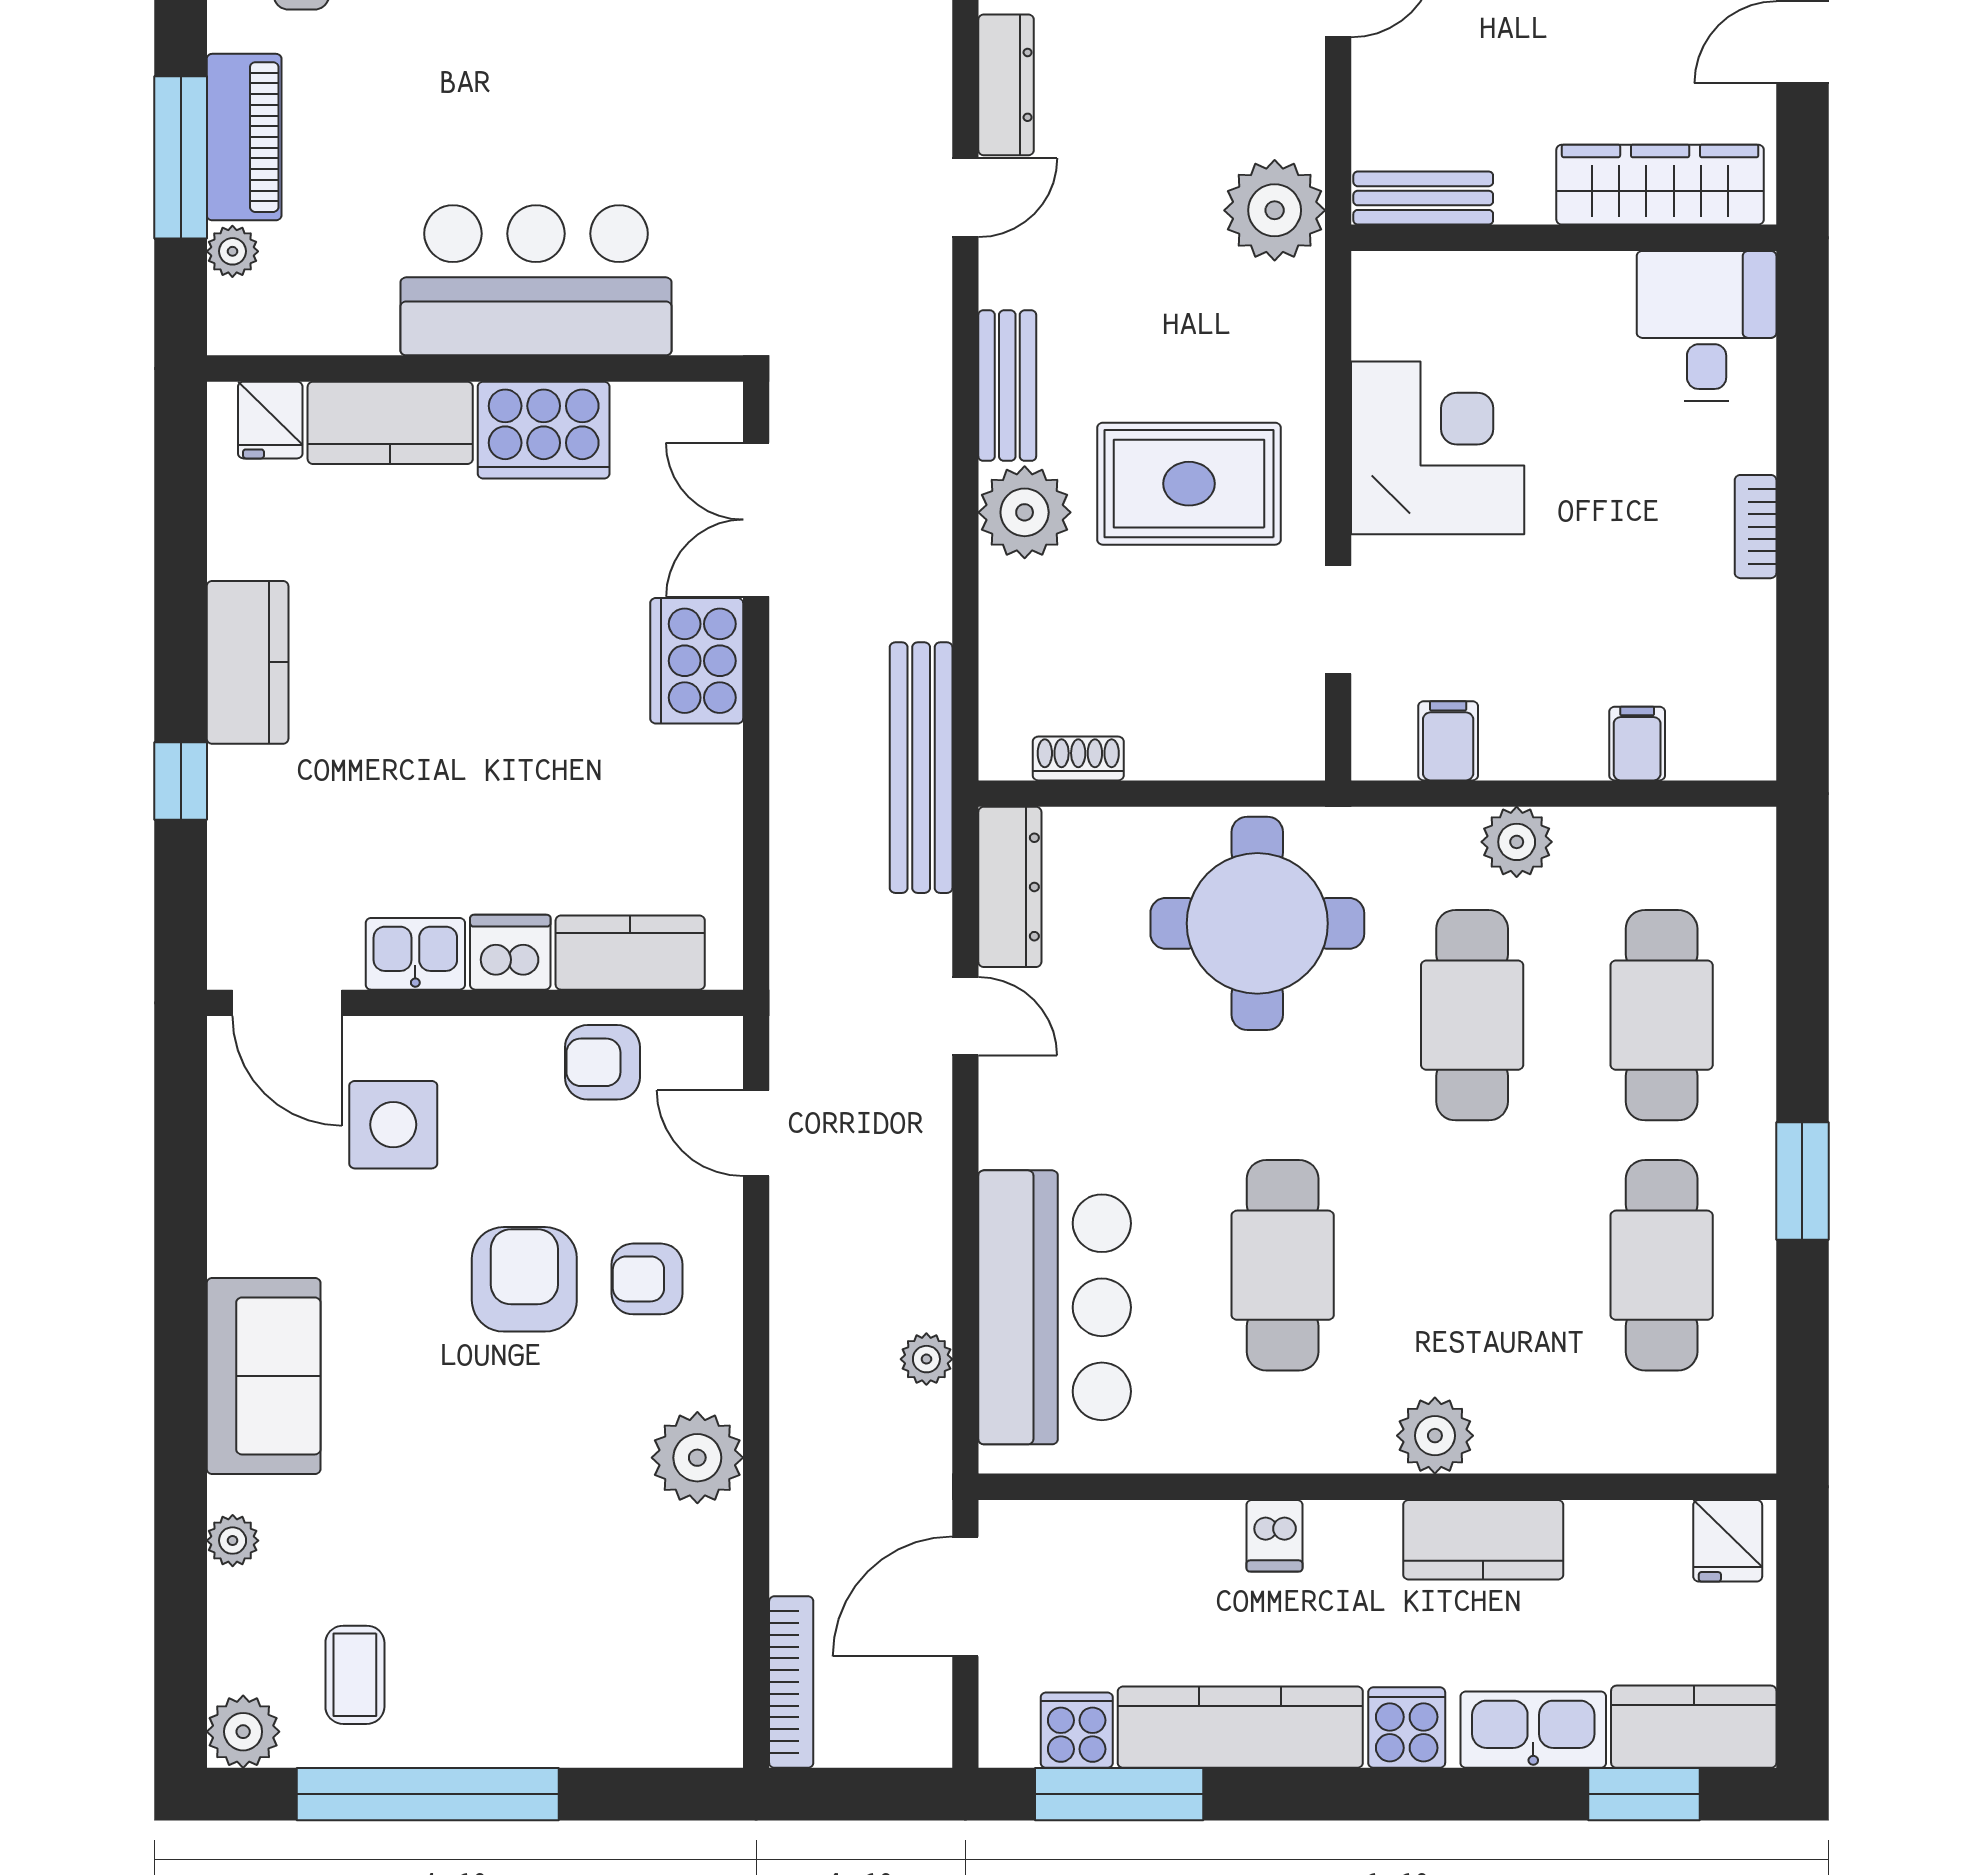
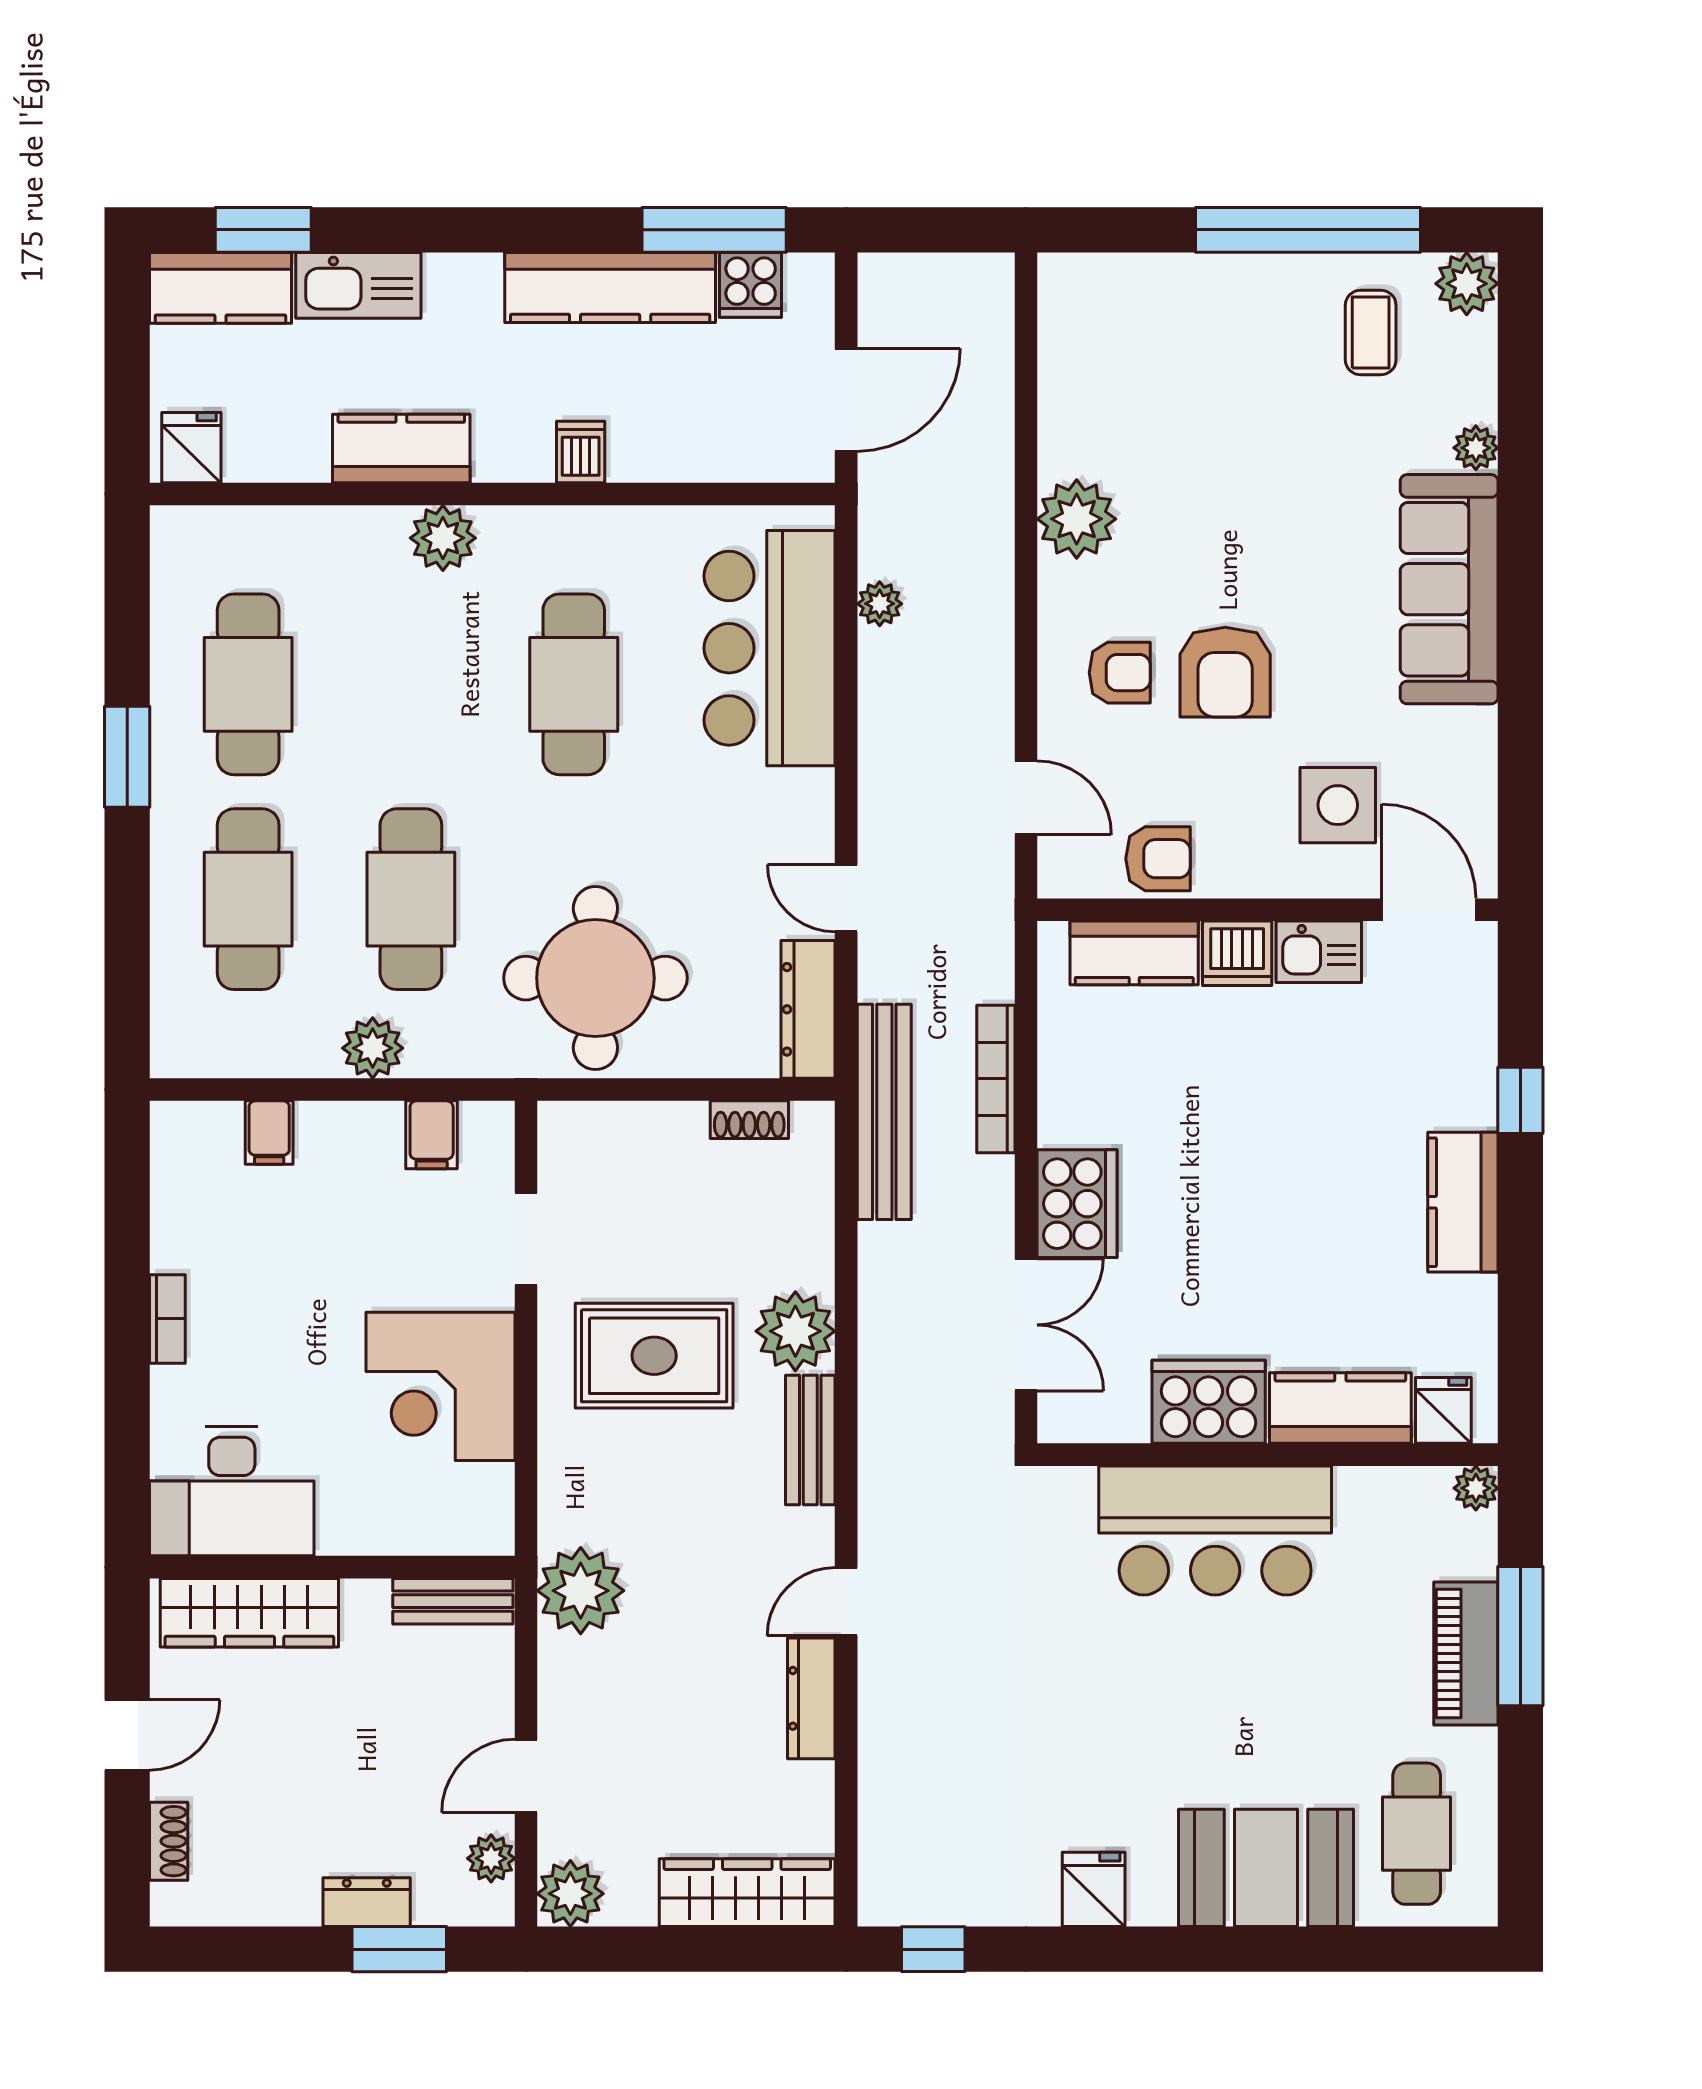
plant: (232, 251) -> (1476, 1488), moved
desk: (1707, 326) -> (232, 1491), width x1.37
sofa: (264, 1376) -> (1449, 589), width x1.36
bookcase: (791, 1682) -> (996, 1079), moved
cooker: (1407, 1728) -> (467, 287), removed

